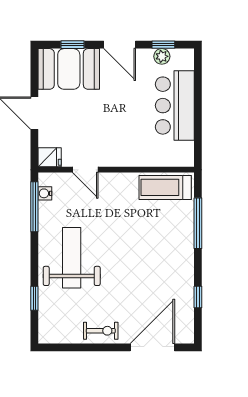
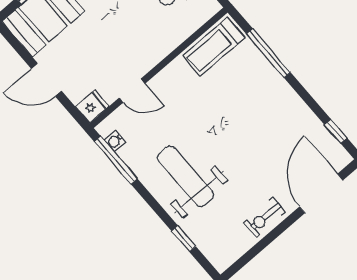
window: (198, 297) -> (336, 131), moved
exercise bike: (101, 331) -> (265, 217), turned 180

